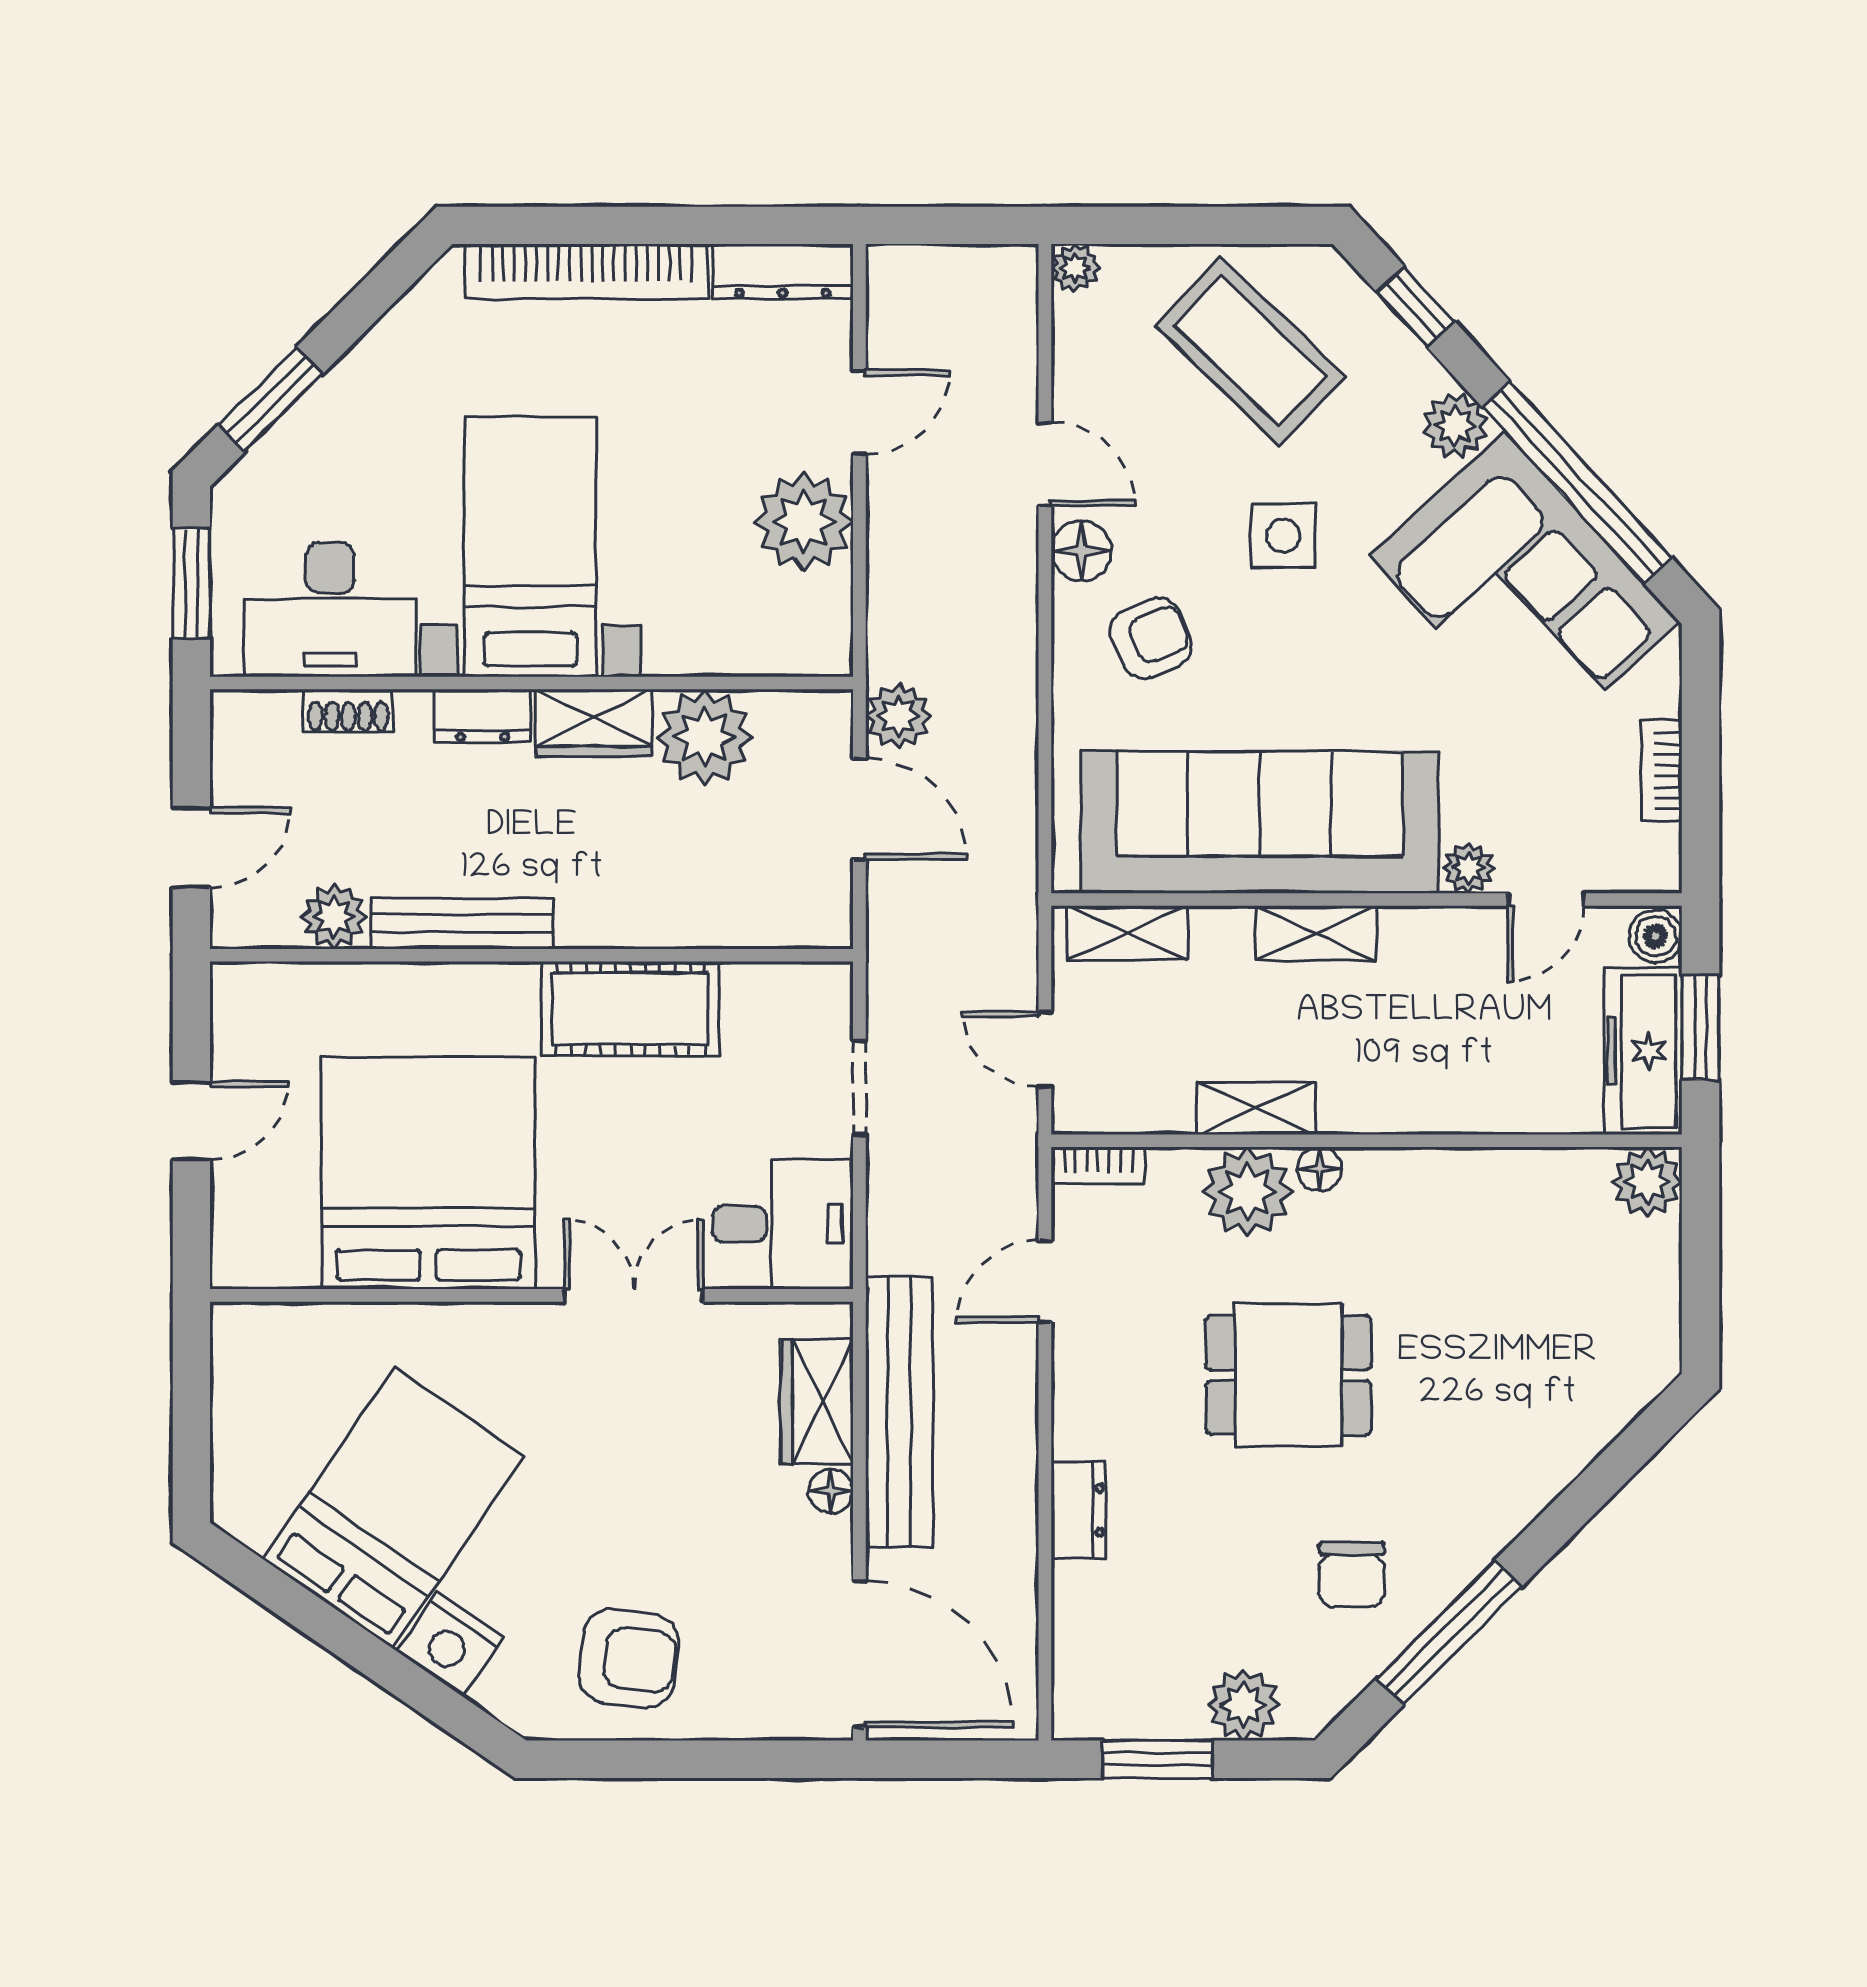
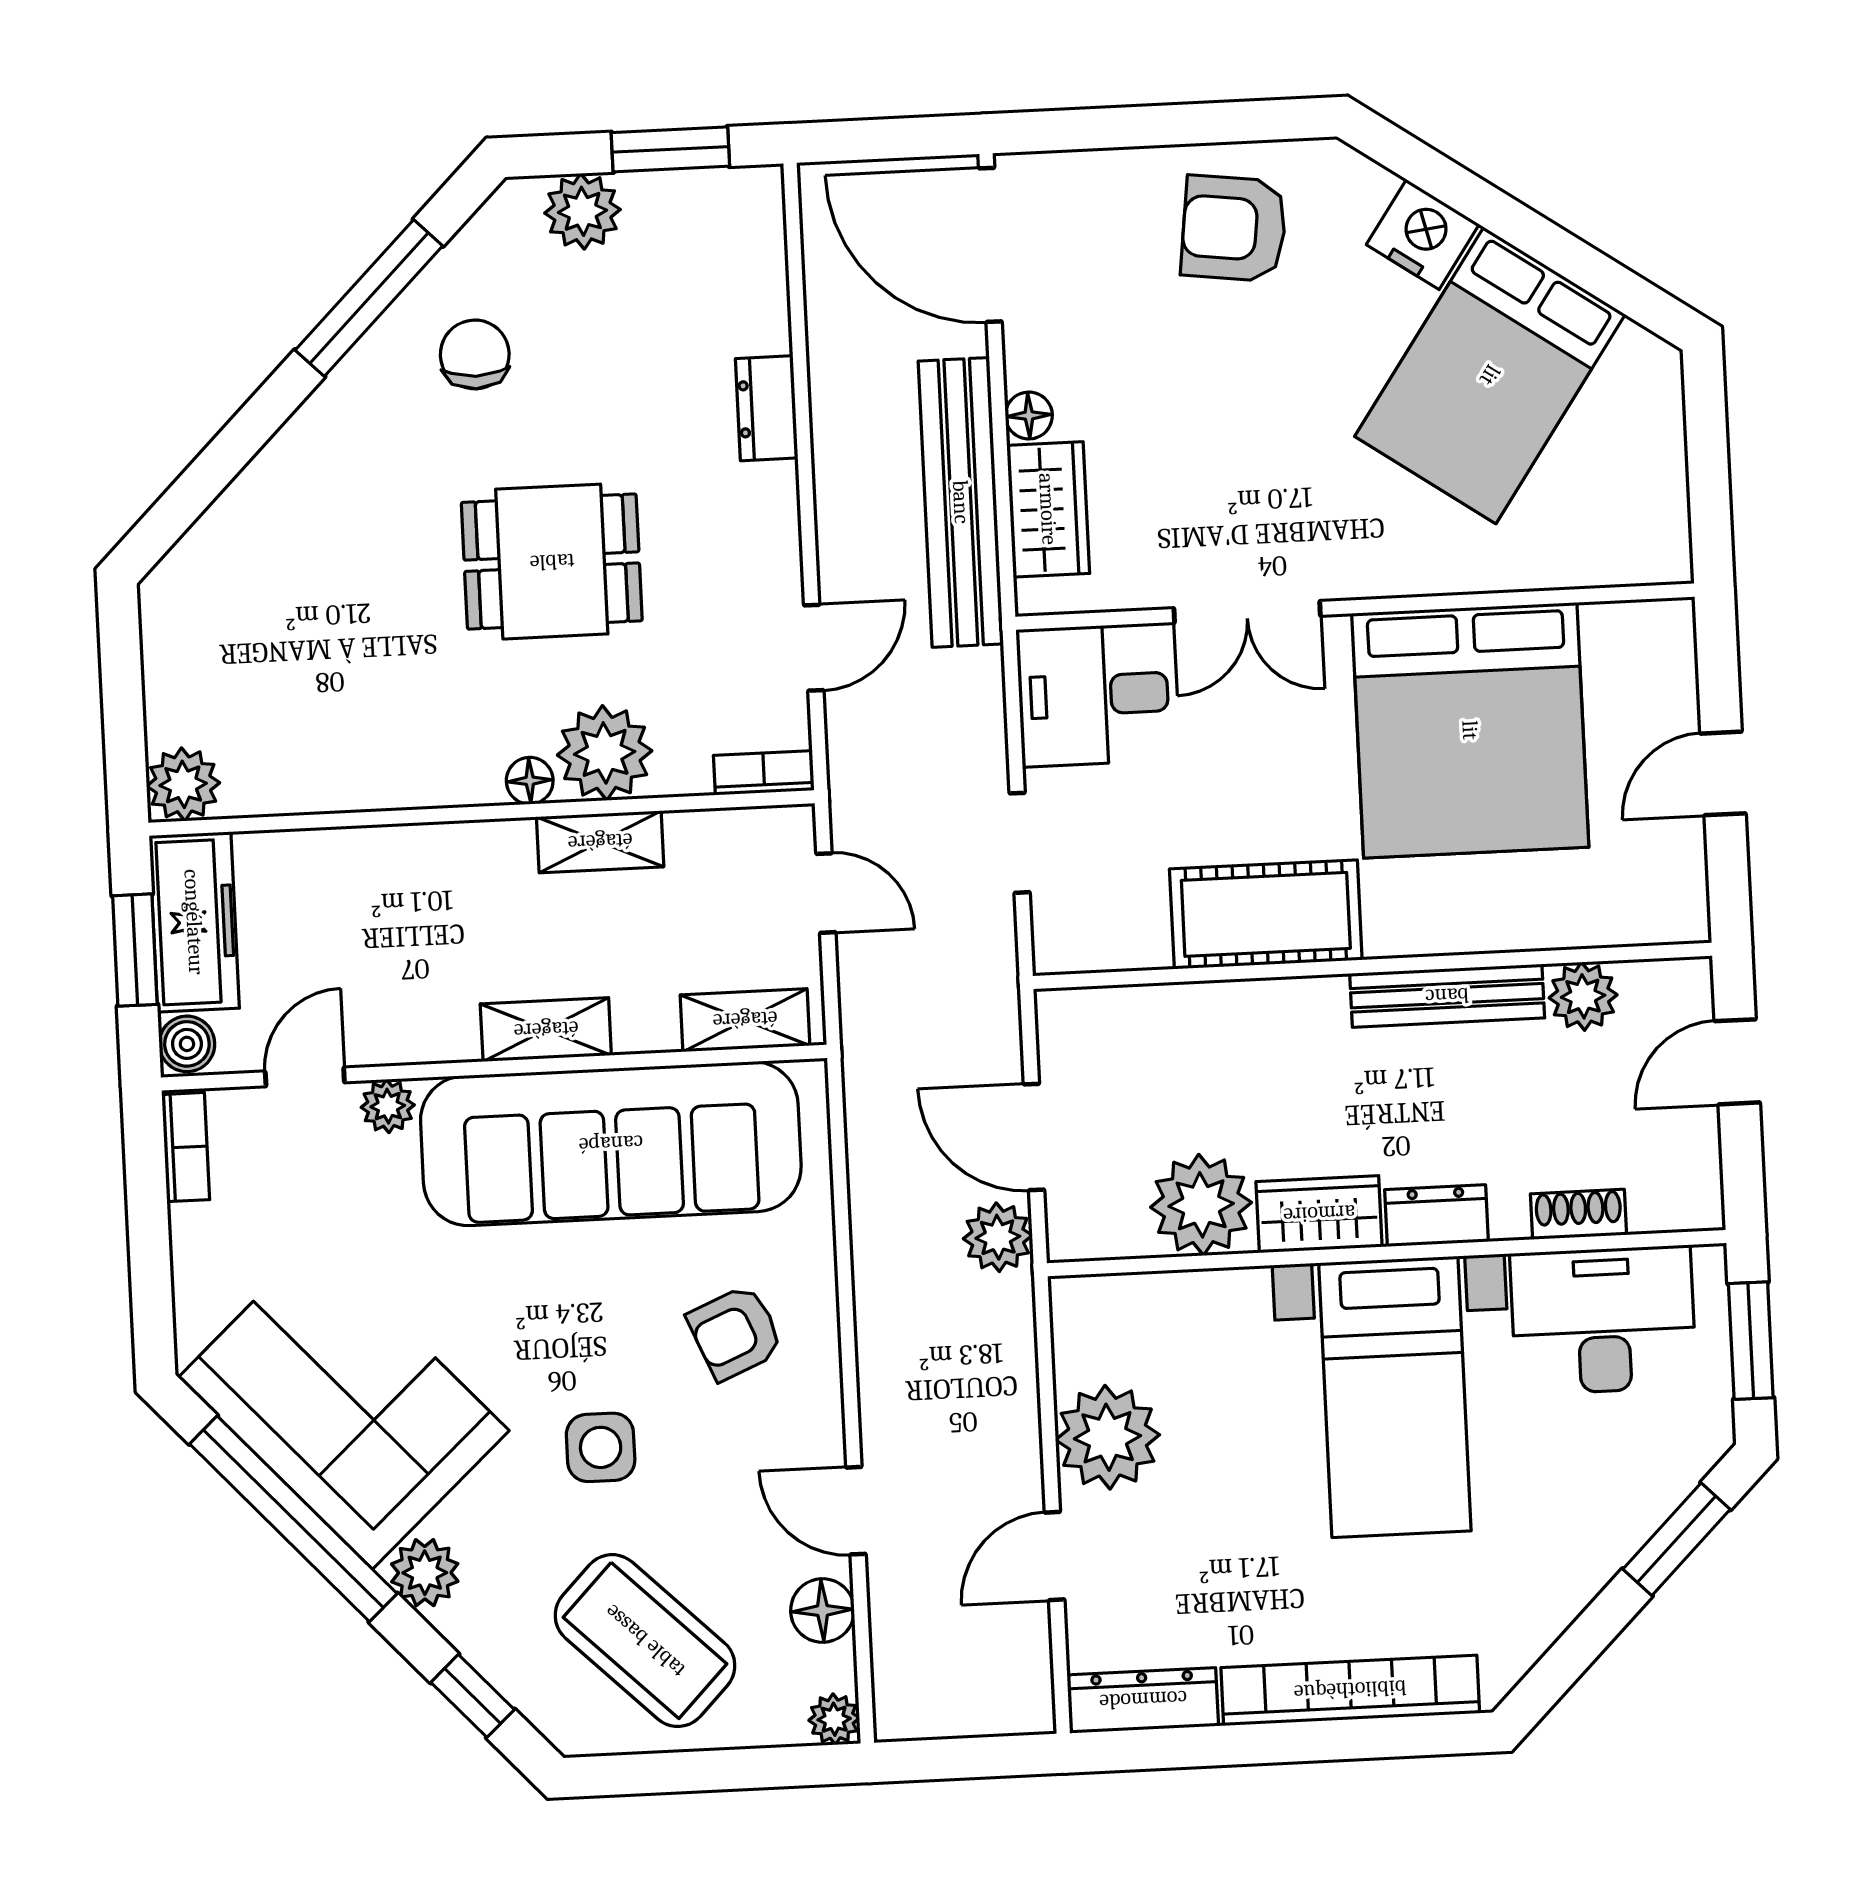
floor lamp: (1081, 551) -> (822, 1611), moved
bookcase: (1662, 771) -> (186, 1147), moved

